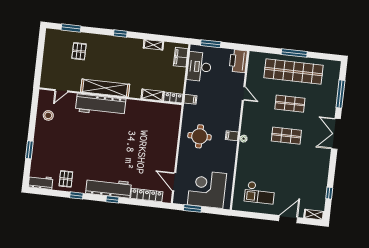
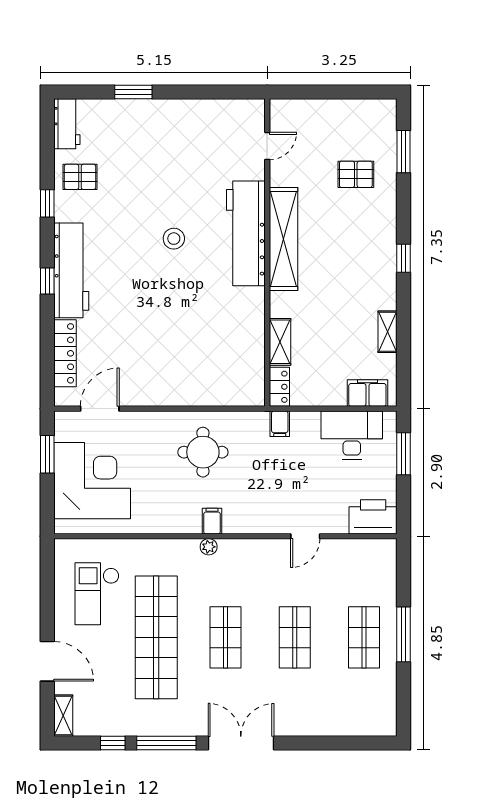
shop shelf: (294, 72) -> (364, 637), width x0.50, depth x0.74
door: (61, 91) -> (267, 146), swing flipped
window: (340, 94) -> (166, 743), moved
stool: (48, 115) -> (174, 239), moved
shop shelf: (283, 168) -> (156, 637), added

